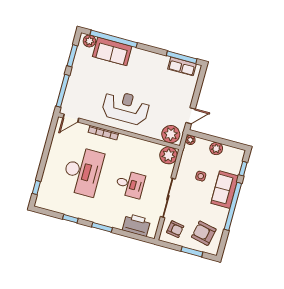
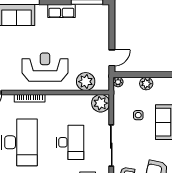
row of seats: (182, 66) -> (61, 11), moved
plant: (171, 134) -> (86, 82), moved
desk: (130, 184) -> (70, 142), width x1.37

